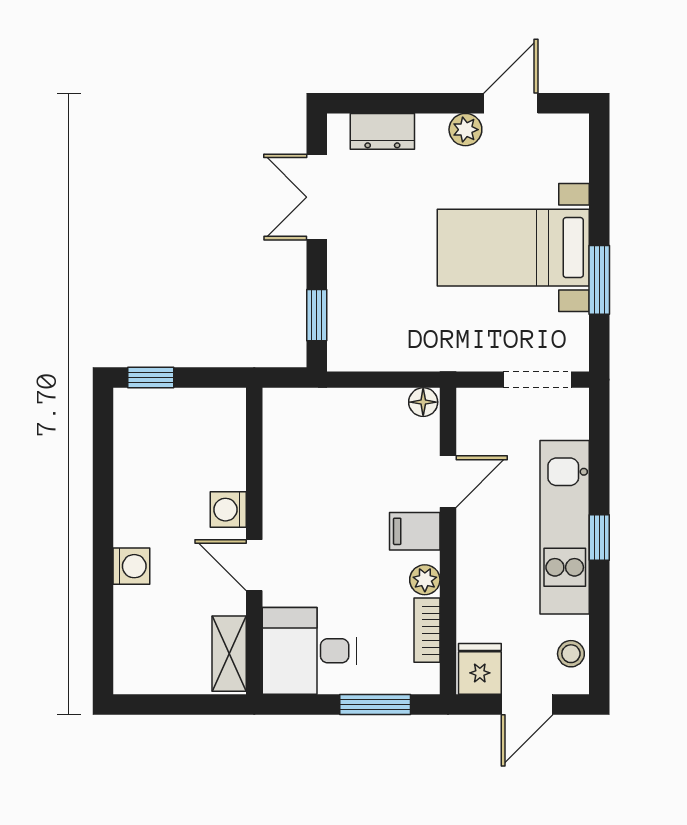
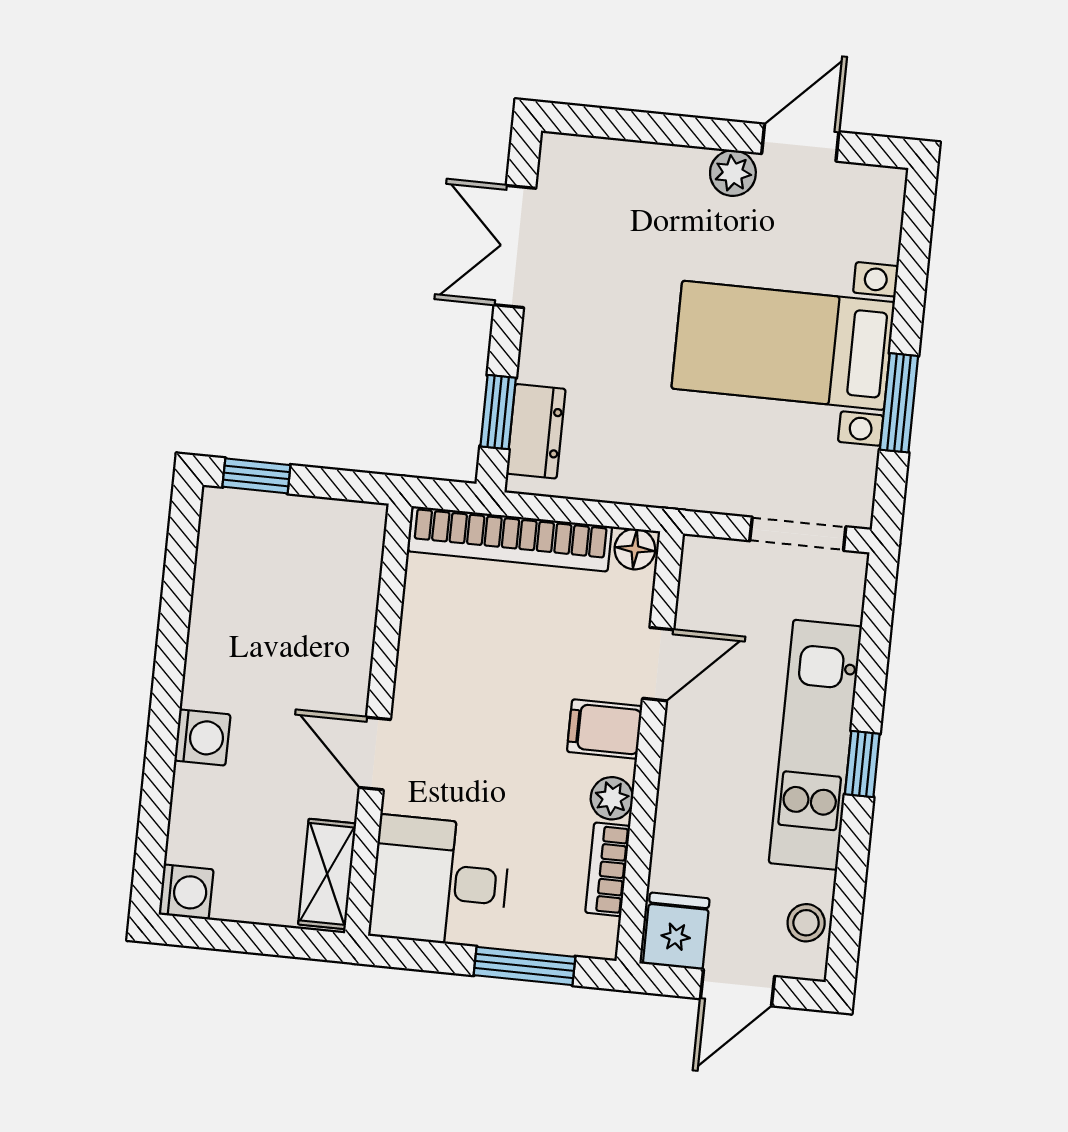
dresser: (382, 131) -> (536, 431), moved, turned -90
bookcase: (334, 404) -> (510, 539), added
washing machine: (228, 510) -> (186, 892), moved, turned 180

